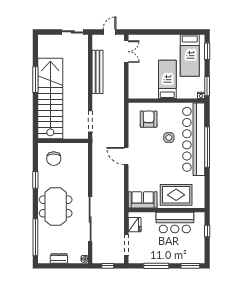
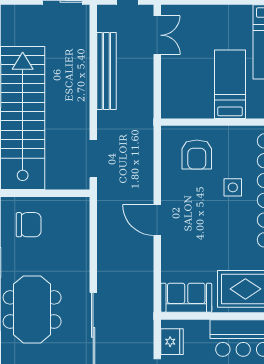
armchair: (149, 119) -> (197, 154), turned 180
chair: (54, 159) -> (29, 225), turned -90

